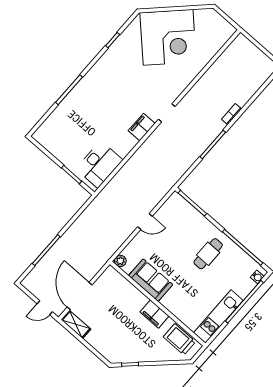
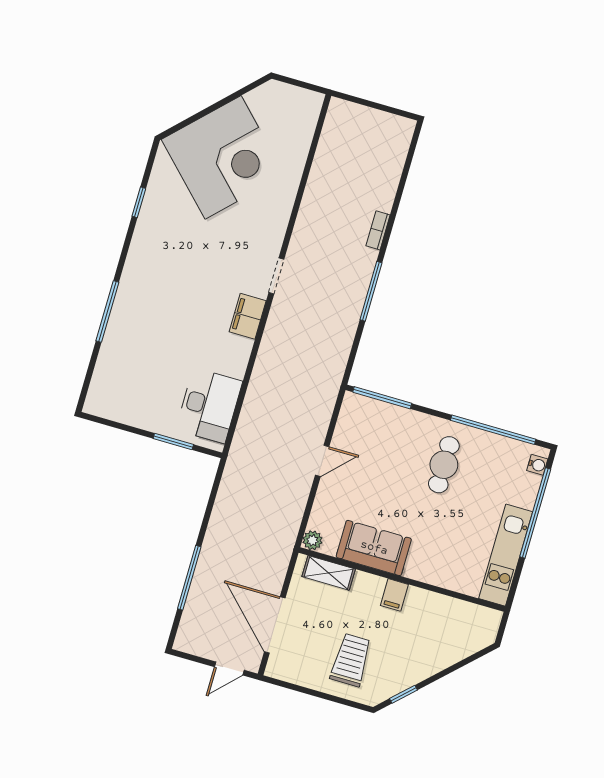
filing cabinet: (154, 314) -> (394, 595), width x0.50
shelving: (76, 324) -> (329, 573), moved
trolley: (179, 339) -> (351, 660), moved, turned 90

